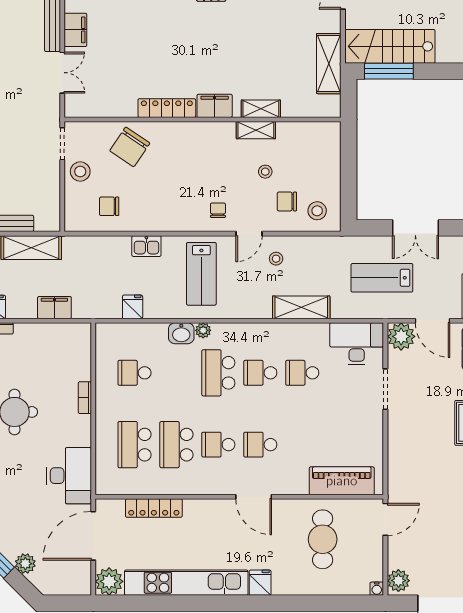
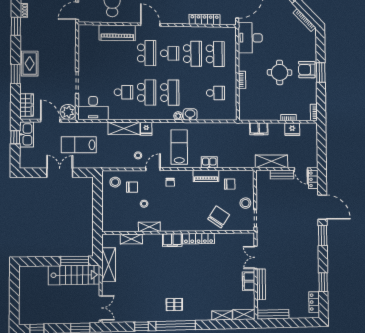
shelving: (261, 109) -> (131, 239), moved
piano: (153, 221) -> (206, 176), added
lab bench: (382, 278) -> (79, 145), turned 180
fridge: (133, 307) -> (146, 129), moved
school desk: (260, 373) -> (147, 92), width x1.85
school desk: (260, 445) -> (147, 53), width x1.85
piano: (342, 481) -> (117, 33), moved

